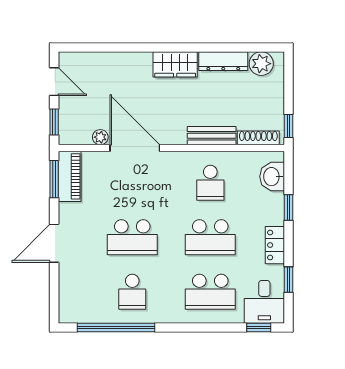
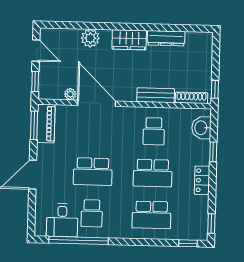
plant: (261, 64) -> (90, 38), moved
window: (288, 280) -> (211, 223), moved
desk: (264, 302) -> (62, 220), moved

